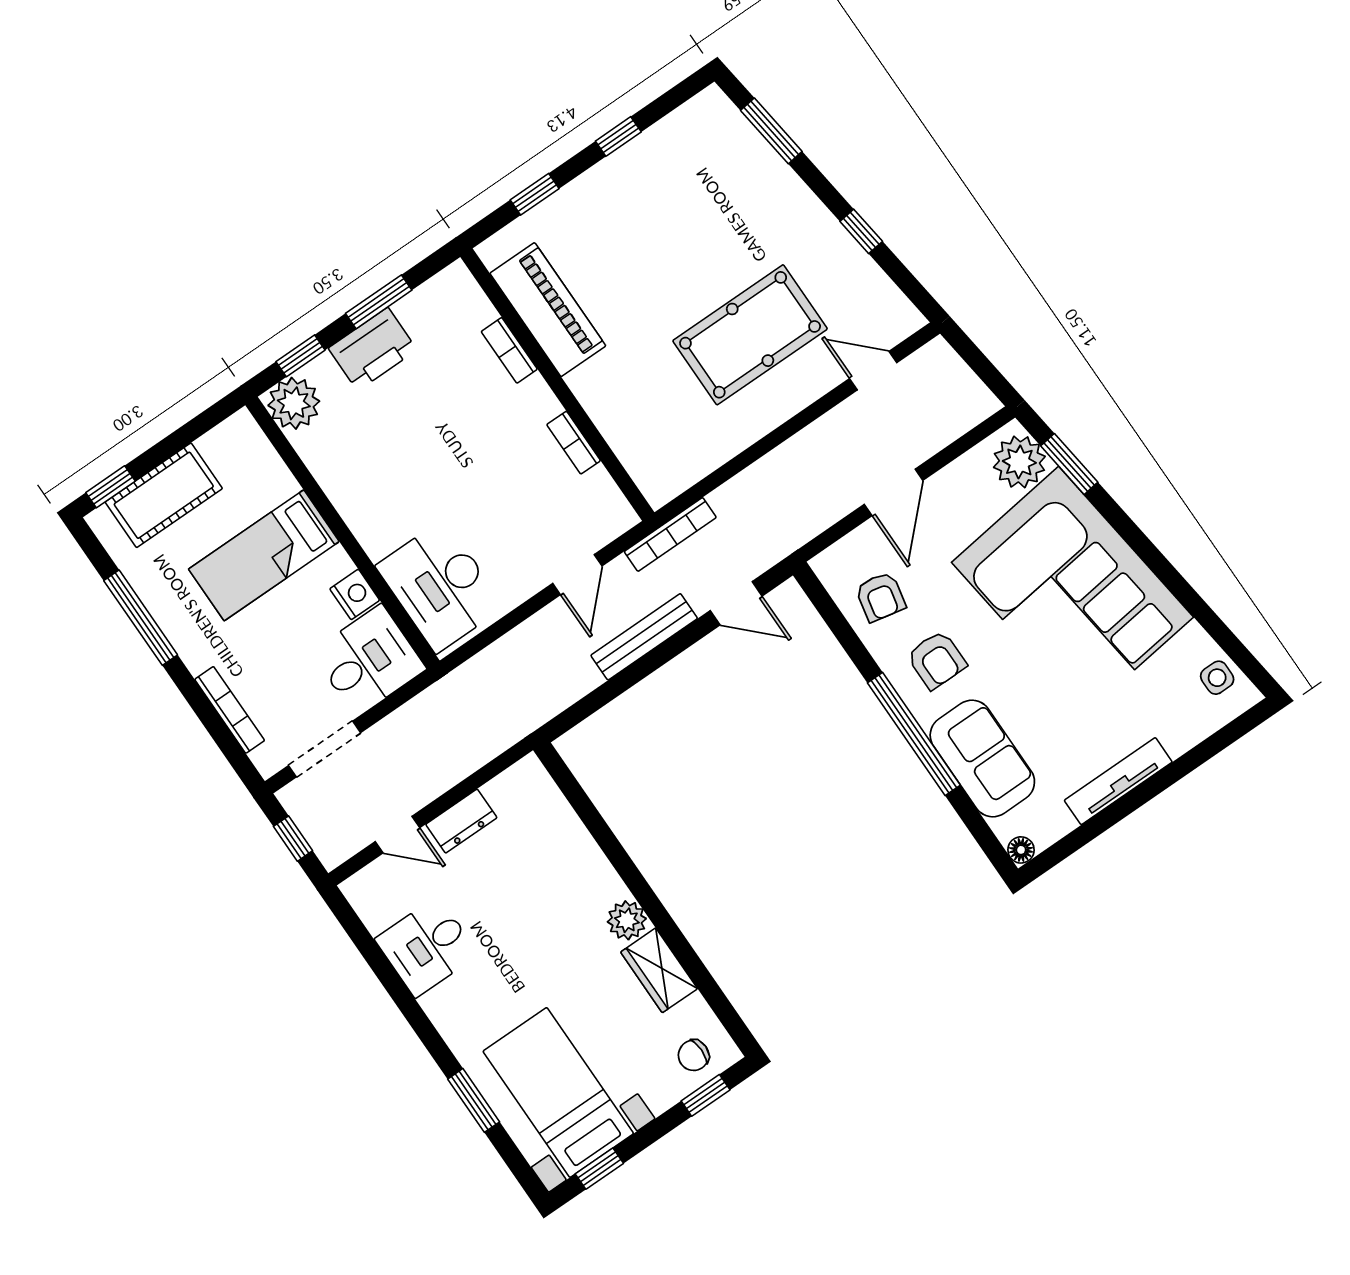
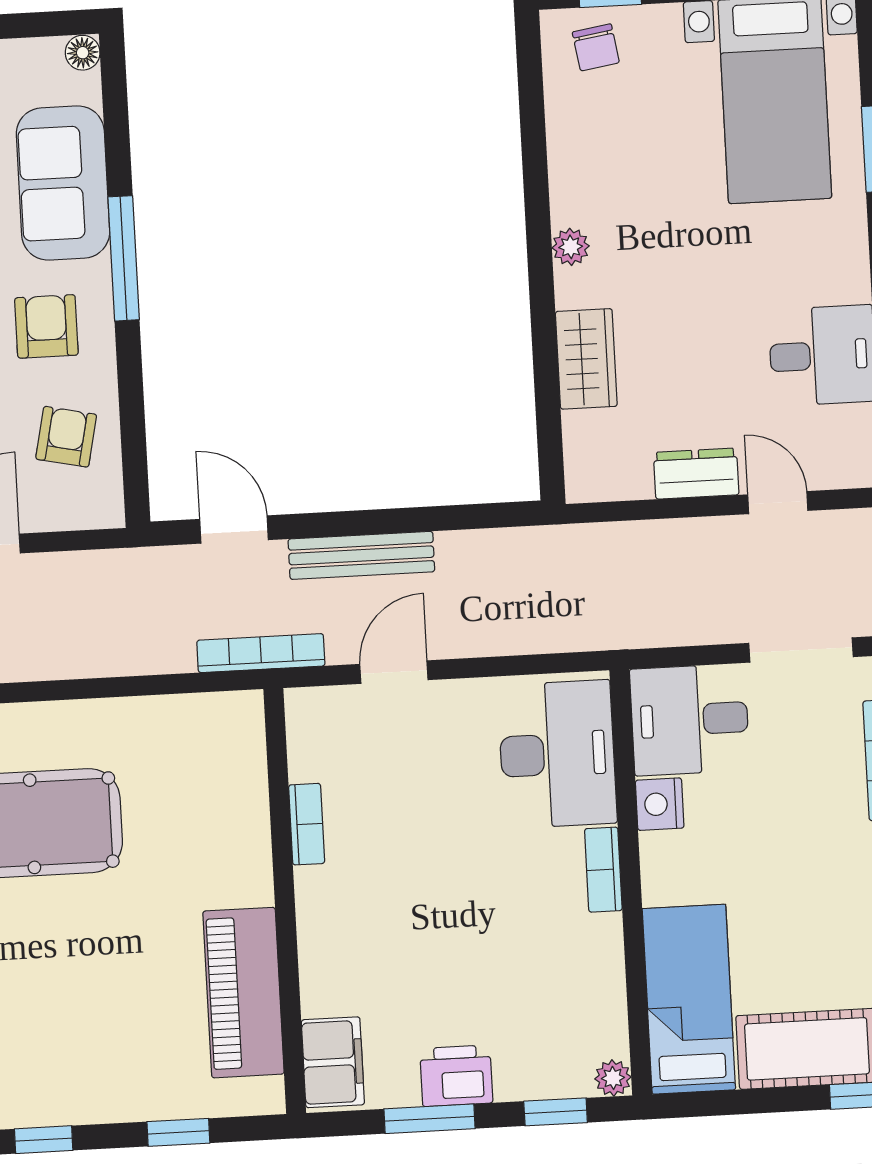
filing cabinet: (463, 300) -> (333, 1062), added
printer: (373, 349) -> (456, 1076), width x0.73, depth x0.84
bookcase: (509, 350) -> (603, 870), moved, turned 180
plant: (294, 403) -> (613, 1078), width x0.53, depth x0.53
bed: (264, 555) -> (689, 999), moved, turned -90
window: (914, 734) -> (124, 258), width x0.68
plant: (627, 920) -> (571, 247), width x0.73, depth x0.73
wardrobe: (659, 970) -> (586, 359), moved
chair: (694, 1055) -> (596, 47), turned 81

